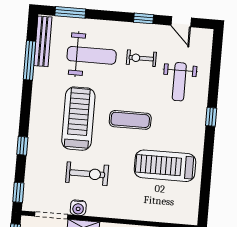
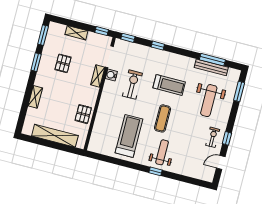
bench: (43, 41) -> (211, 67), moved
exercise bike: (141, 58) -> (213, 137), moved
weight bench: (179, 82) -> (162, 152), moved, turned 90
treadmill: (78, 119) -> (169, 85), width x0.73, depth x0.73
exercise bike: (87, 174) -> (132, 85), turned 180

